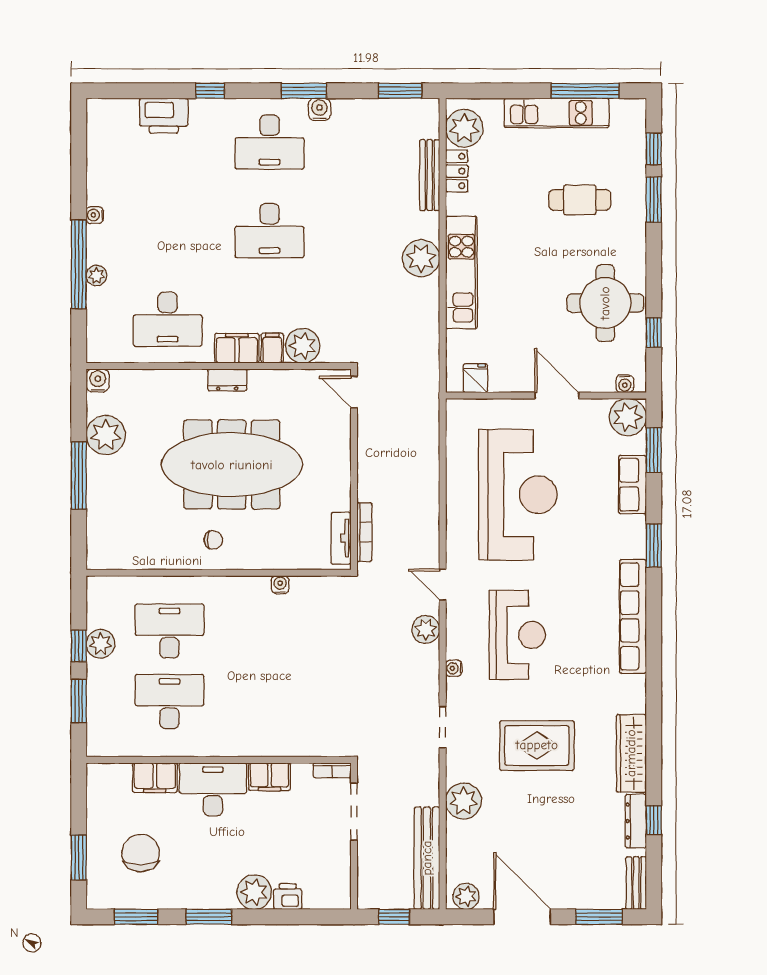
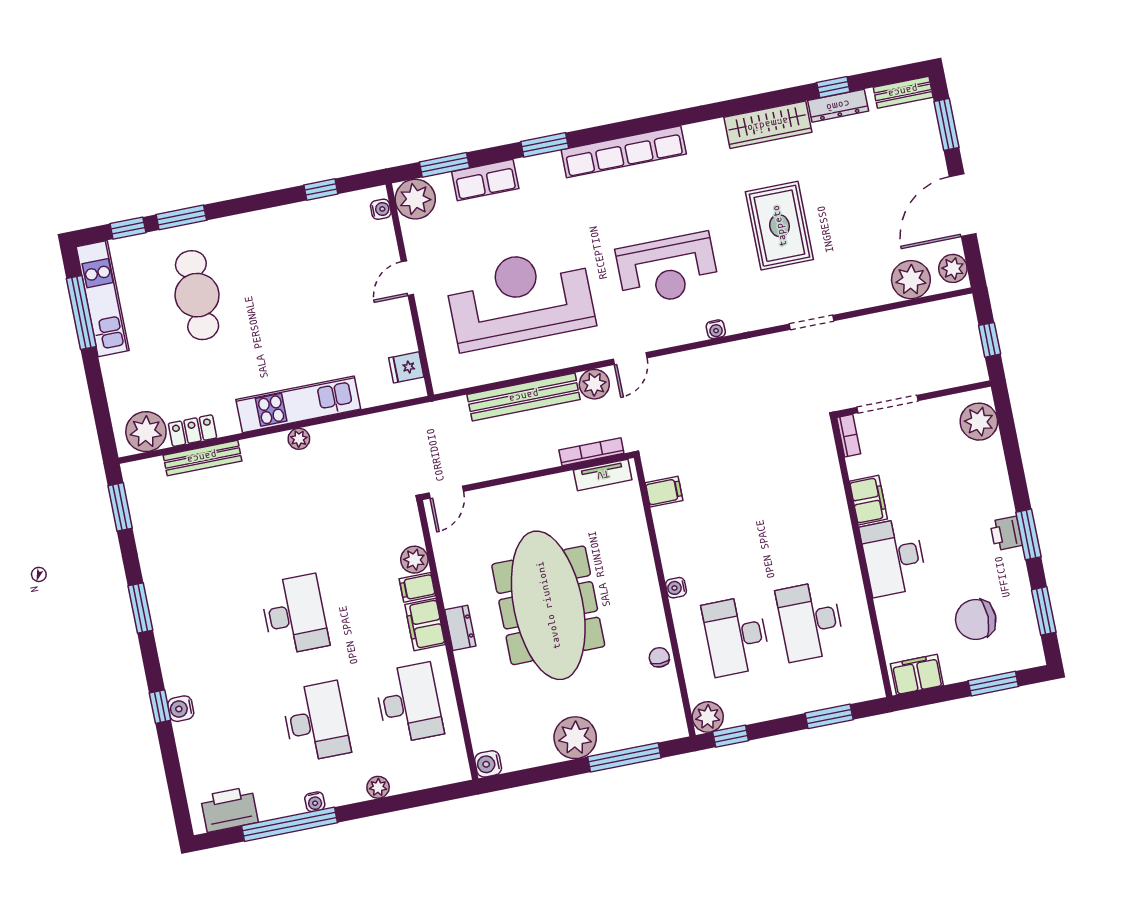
water cooler: (319, 109) -> (181, 709), moved
kitchen unit: (557, 113) -> (103, 299), moved
printer: (164, 116) -> (229, 809), moved, turned -90
desk: (270, 142) -> (316, 722), moved
cafe table: (580, 200) -> (197, 295), width x1.37, depth x1.35
plant: (421, 258) -> (299, 439), width x0.53, depth x0.53
window: (79, 264) -> (290, 824), moved
round table: (605, 303) -> (300, 247), removed
plant: (303, 346) -> (414, 560), width x0.73, depth x0.73
door: (557, 396) -> (407, 278), width x0.73
plant: (106, 435) -> (575, 738), moved
window: (79, 476) -> (624, 757), moved
chair: (213, 540) -> (659, 657), moved
water cooler: (280, 585) -> (676, 588), moved
filing cabinet: (315, 591) -> (664, 492), added
plant: (426, 629) -> (594, 384), moved
reception desk: (517, 635) -> (667, 269), turned 180
plant: (100, 644) -> (708, 717), moved
window: (79, 646) -> (731, 736), moved
doorway: (443, 727) -> (812, 322), moved
filing cabinet: (155, 778) -> (917, 675), moved, turned -90
plant: (463, 801) -> (911, 280), moved
bench: (427, 858) -> (524, 397), moved
plant: (254, 892) -> (979, 422), moved
printer: (288, 897) -> (1006, 533), moved

